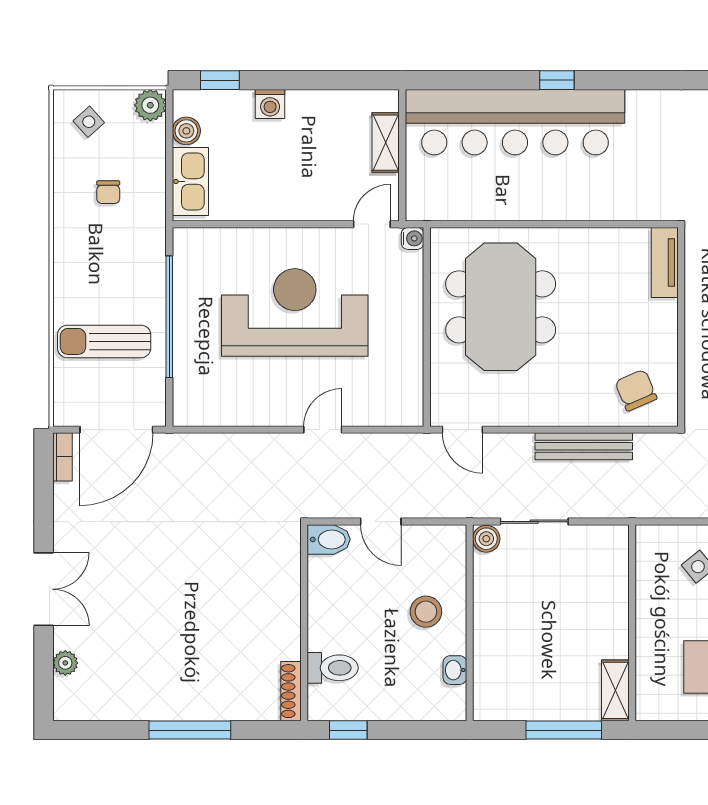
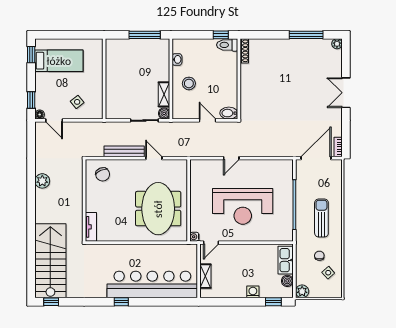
window: (557, 80) -> (121, 302), moved
side table: (89, 122) -> (328, 273), moved
sun lounger: (104, 341) -> (321, 218), moved, turned -90
door: (462, 430) -> (154, 158), moved
plant: (65, 663) -> (337, 44), moved
toilet: (333, 668) -> (227, 45), moved
shelving: (615, 690) -> (164, 94), moved
window: (190, 730) -> (306, 35), moved
window: (564, 730) -> (145, 35), moved

